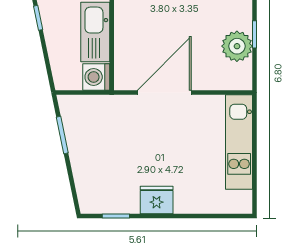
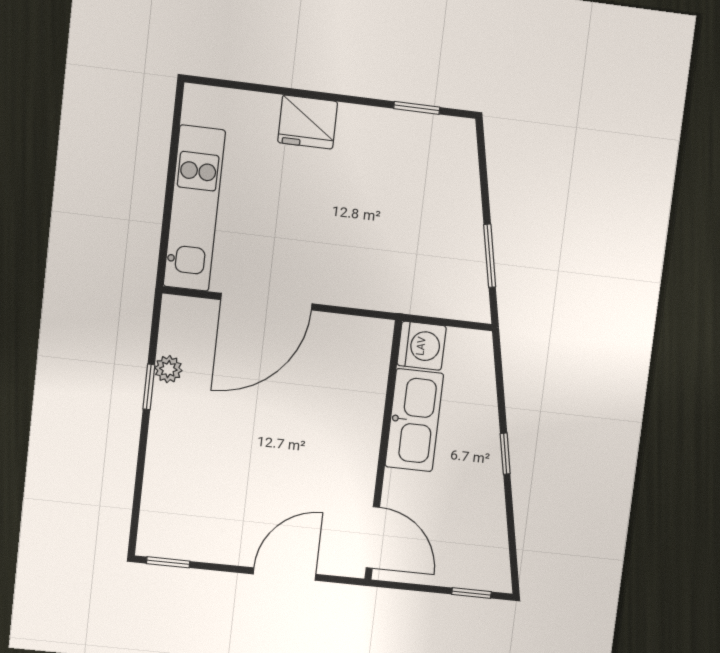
plant: (237, 46) -> (168, 369), width x0.53, depth x0.53
door: (164, 93) -> (266, 302), moved
fridge: (157, 200) -> (308, 122), moved

